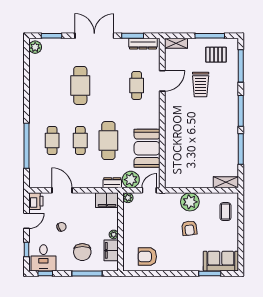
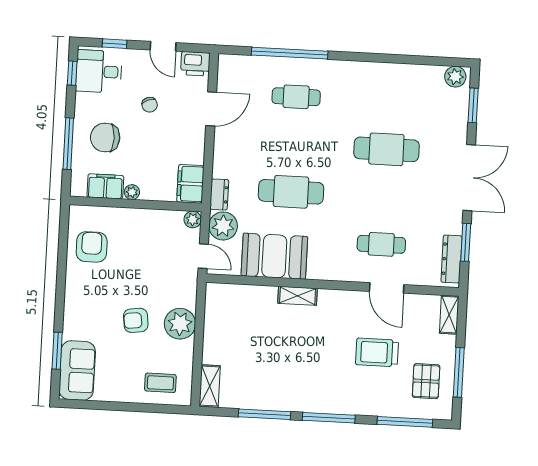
shelving: (170, 133) -> (298, 296), added
cafe table: (80, 141) -> (294, 144), removed

